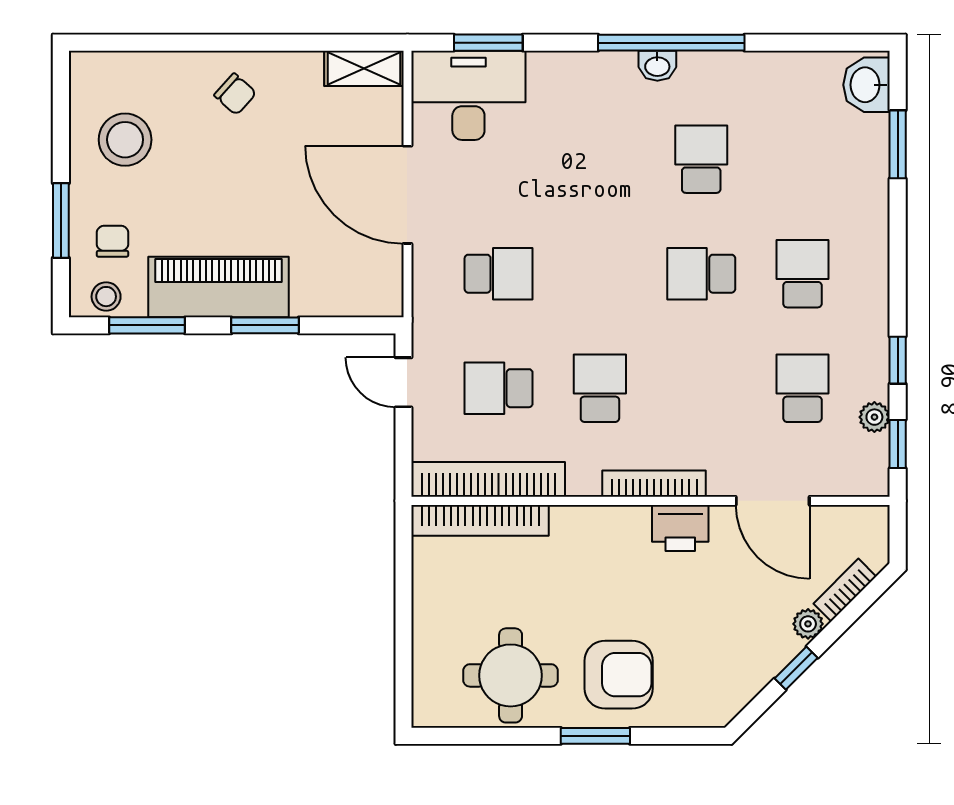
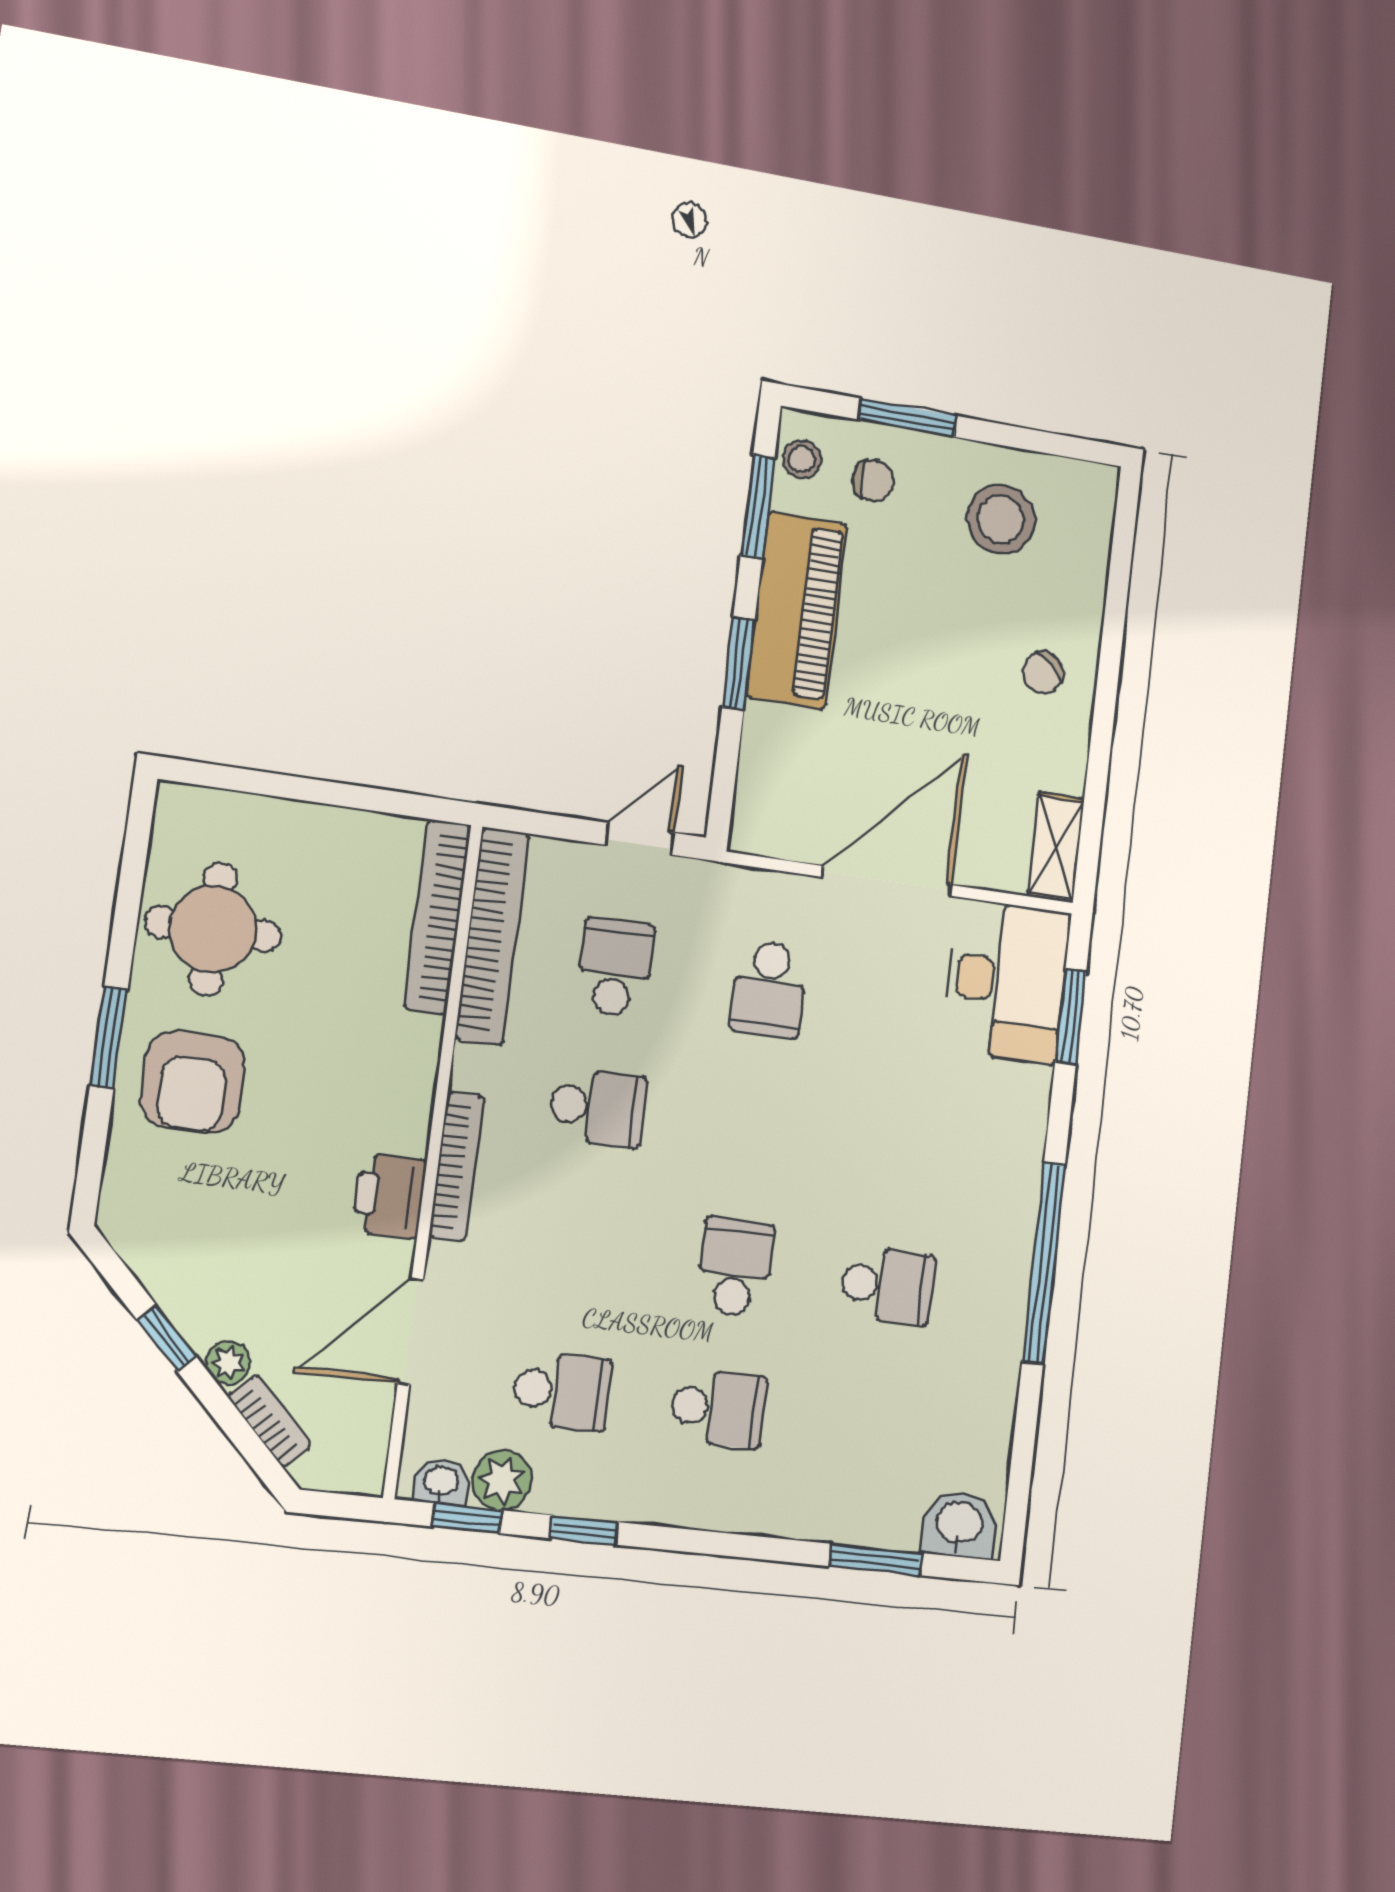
washbasin: (657, 66) -> (441, 1482), moved, turned 90
plant: (874, 417) -> (502, 1480), width x1.38, depth x1.38

